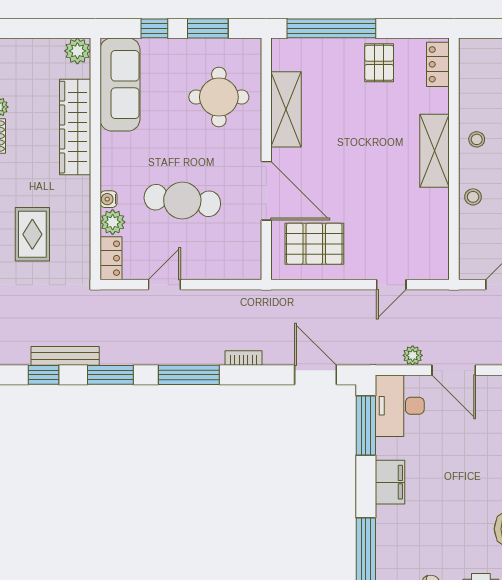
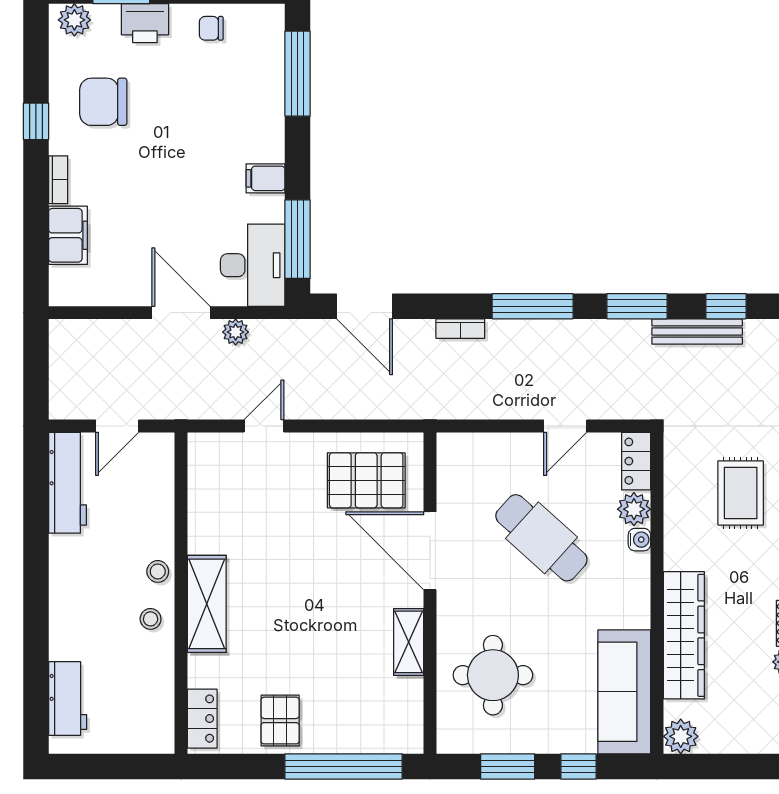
shelving: (286, 109) -> (409, 642), width x0.67, depth x0.75
stool: (473, 197) -> (158, 571), moved
cafe table: (182, 200) -> (541, 538), turned 35
filing cabinet: (390, 482) -> (266, 178), width x0.50

